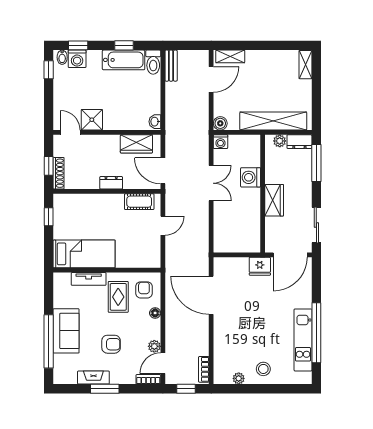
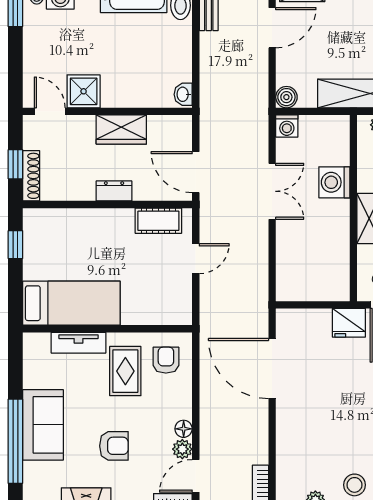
wardrobe: (136, 144) -> (121, 130), moved
floor lamp: (155, 313) -> (184, 429), moved

